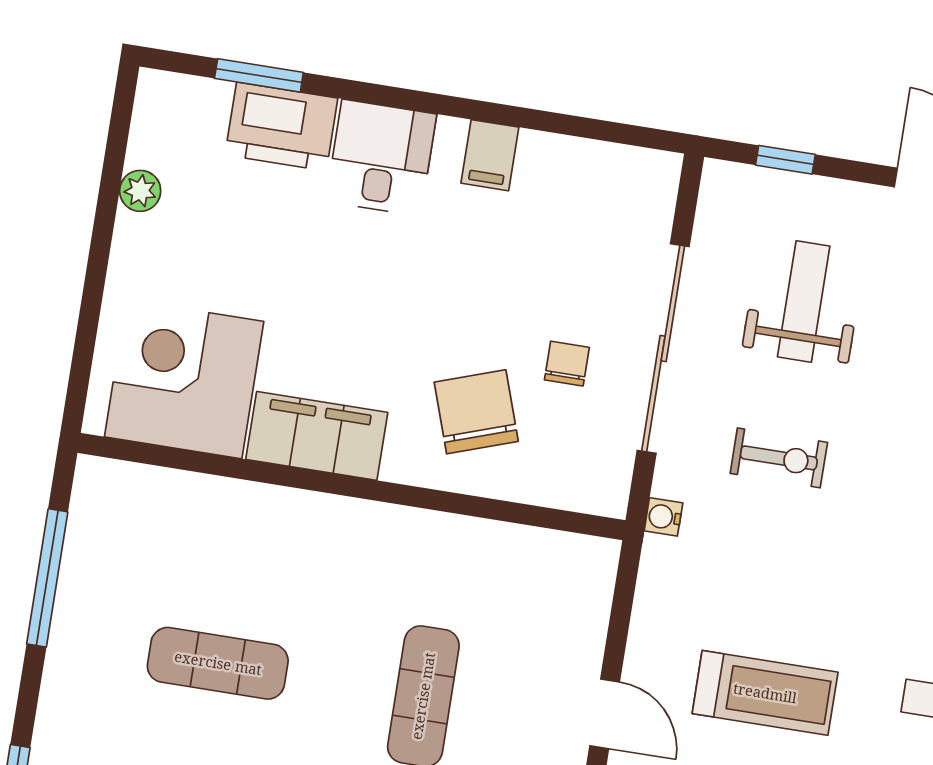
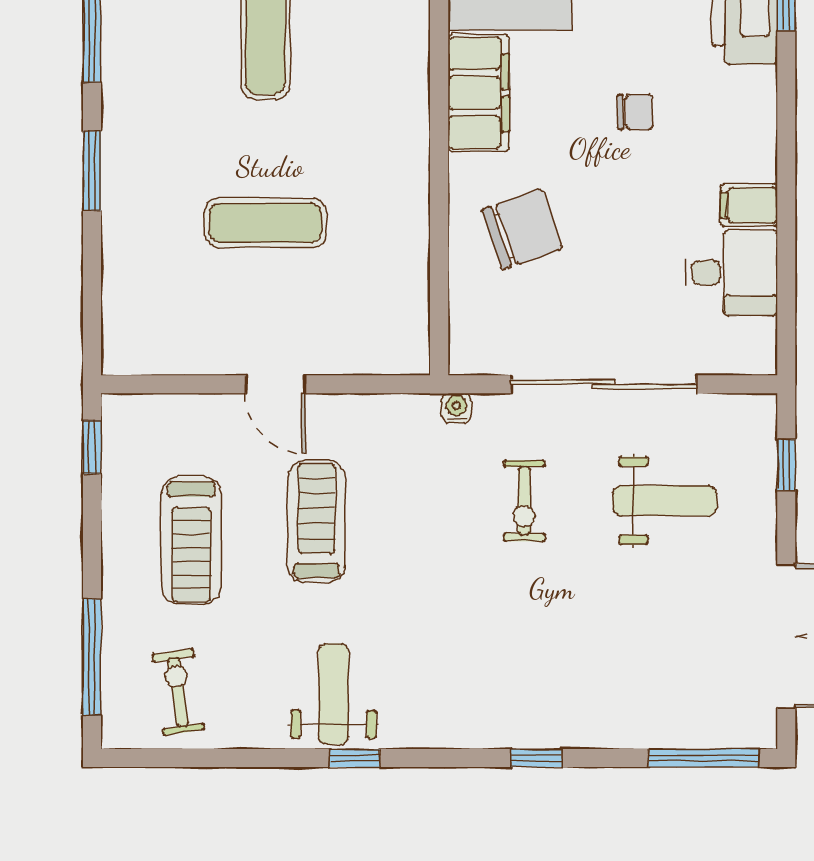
desk: (381, 158) -> (731, 273), moved
chair: (567, 364) -> (635, 112), moved
treadmill: (765, 693) -> (316, 522), turned 180
door: (605, 714) -> (275, 384), hinge flipped

